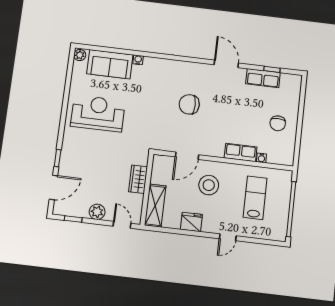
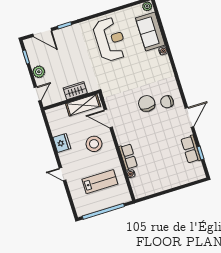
chair: (278, 123) -> (167, 102), moved
shelving: (155, 206) -> (83, 105), moved

